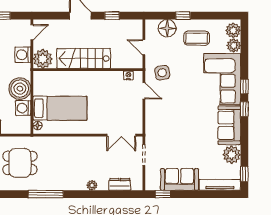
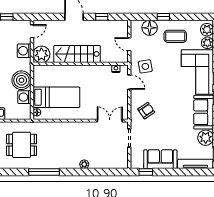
armchair: (163, 124) -> (146, 111), added
double door: (121, 135) -> (110, 121), swing flipped
dresser: (120, 184) -> (108, 163), removed

